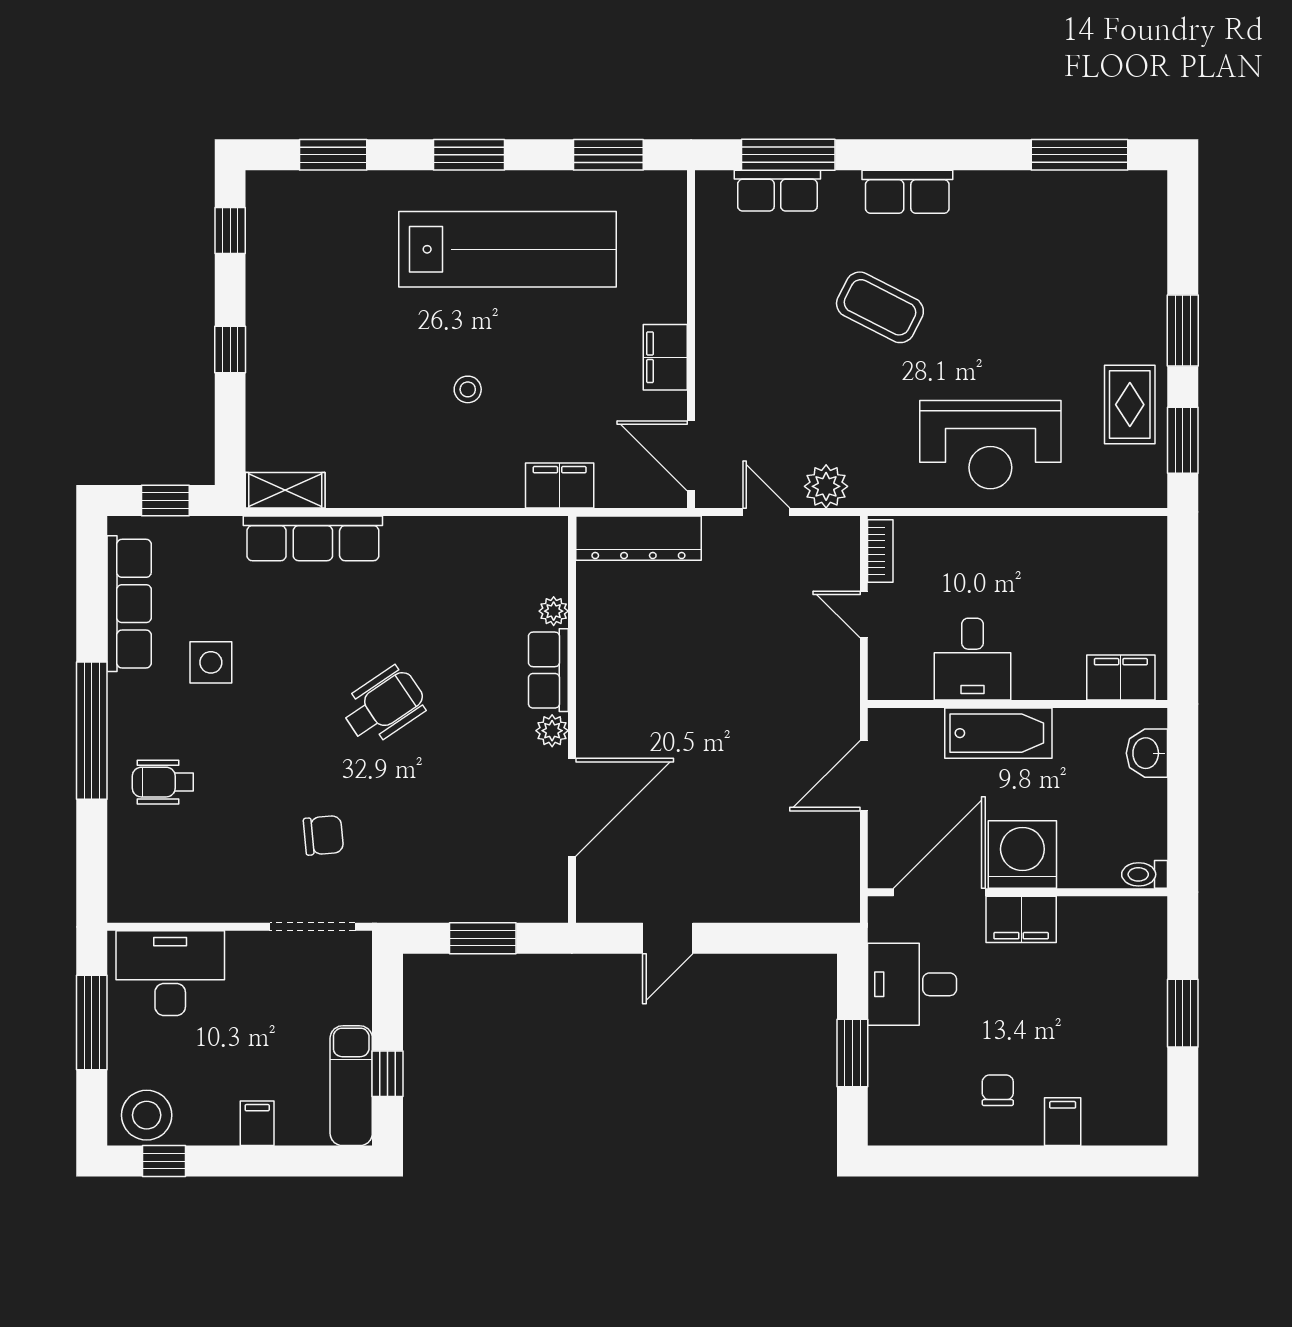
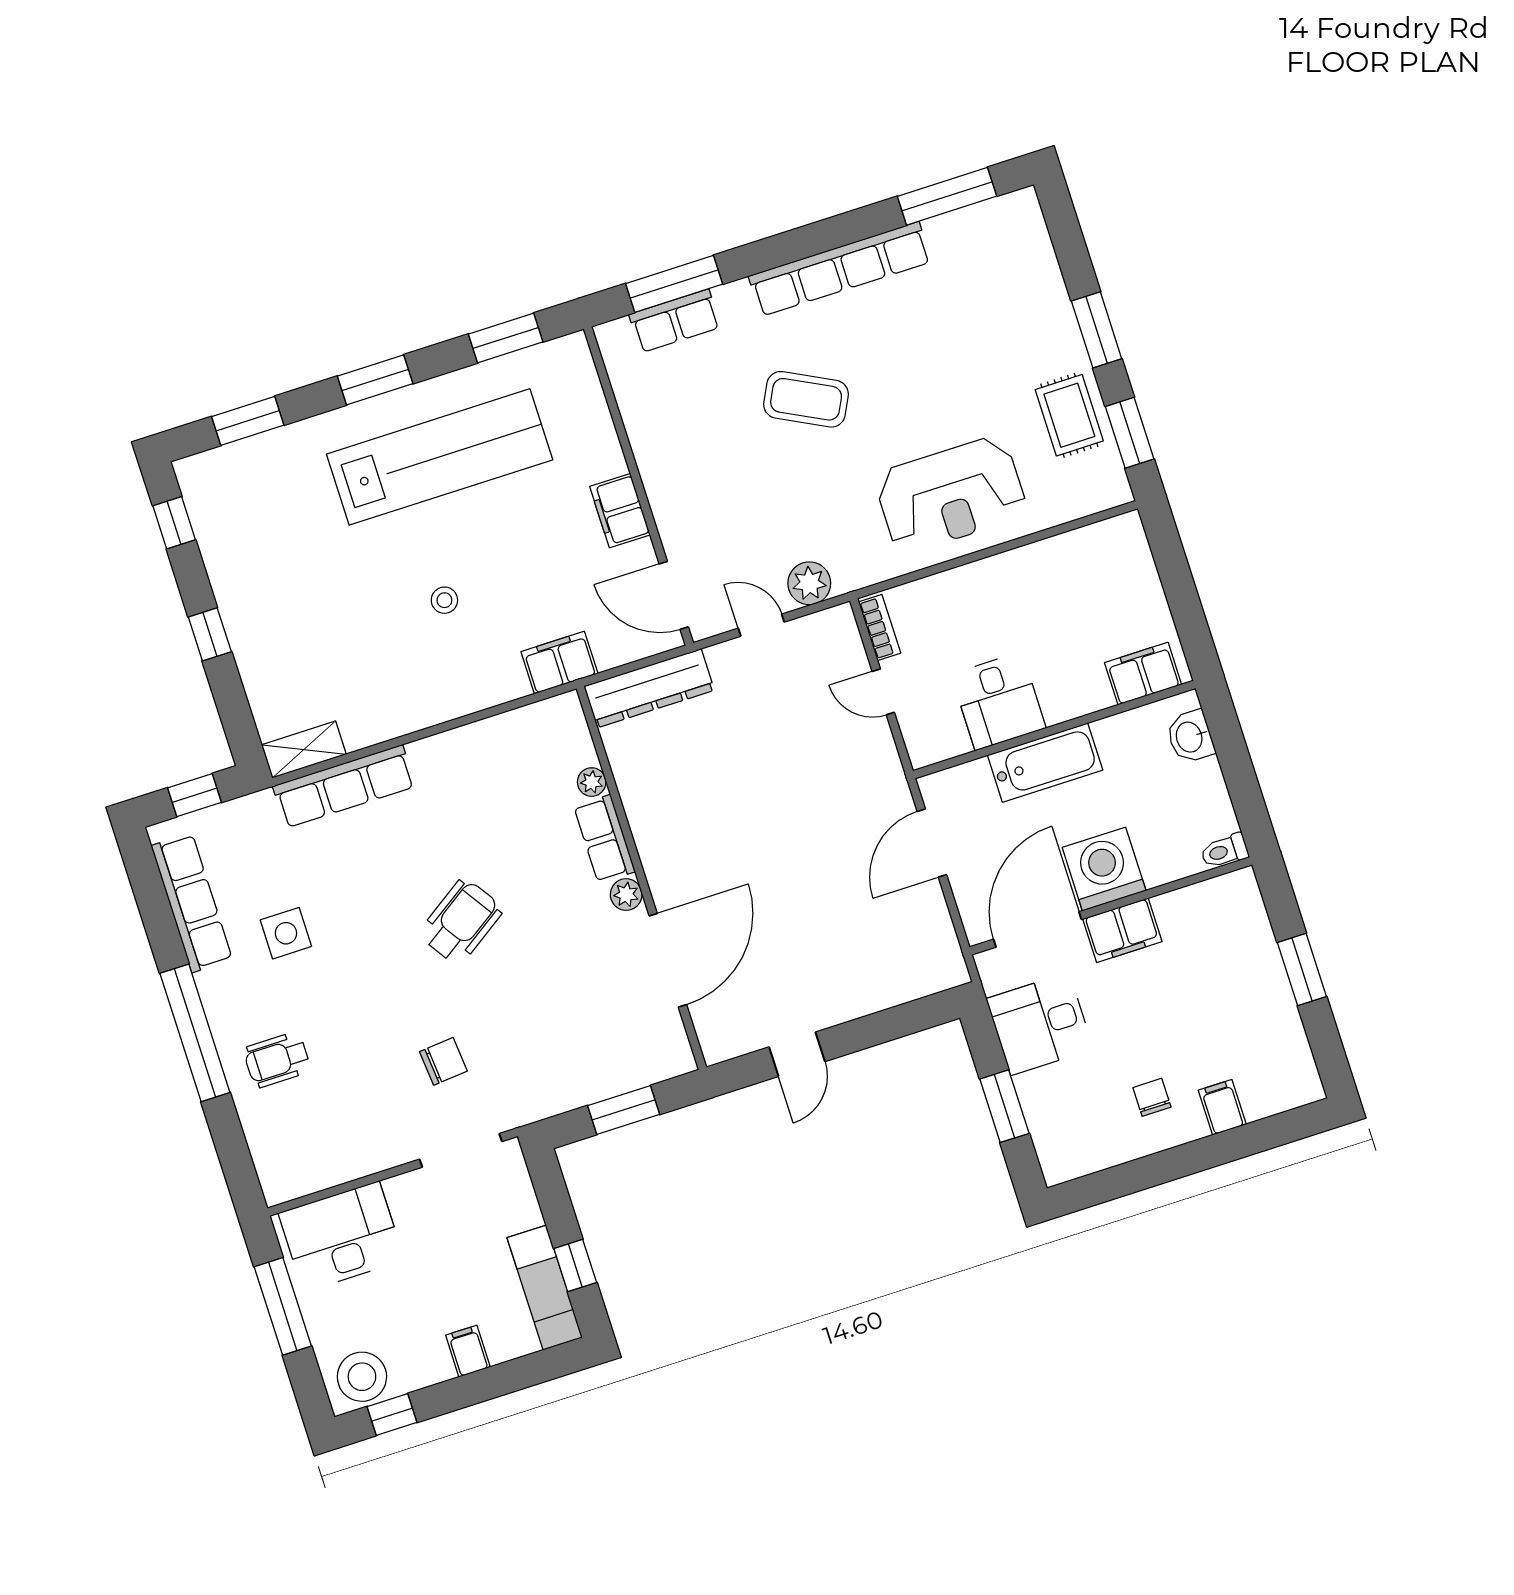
row of seats: (907, 192) -> (840, 269), width x2.02

